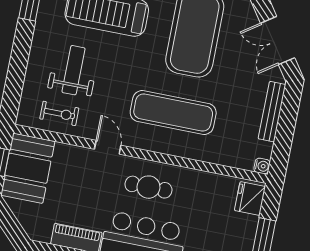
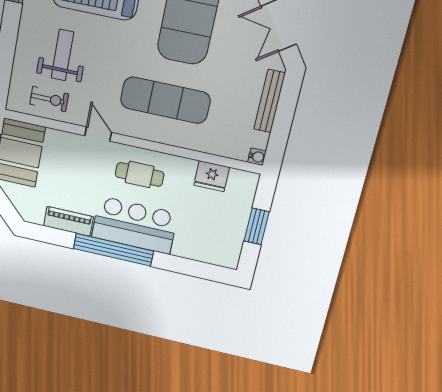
fridge: (250, 199) -> (212, 176), moved, turned -90

